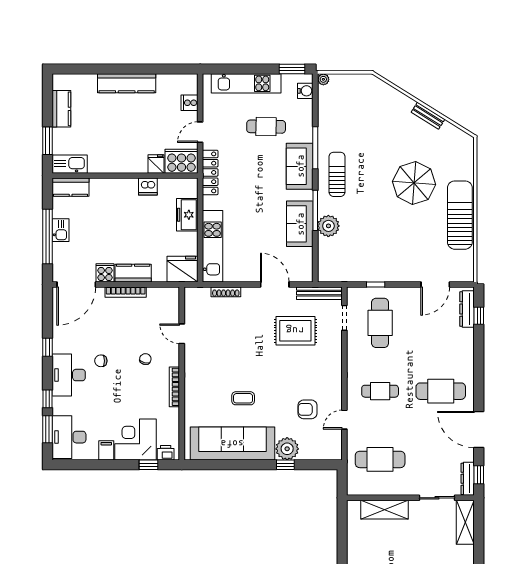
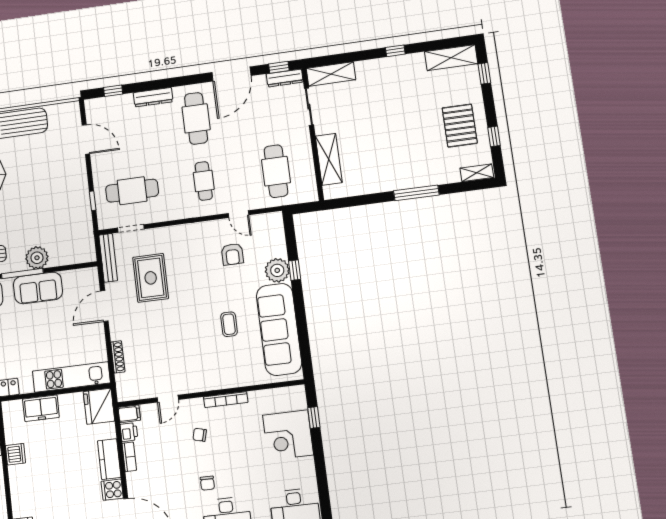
bookcase: (126, 292) -> (129, 457), width x0.64
dresser: (467, 309) -> (153, 97), moved
filing cabinet: (106, 450) -> (129, 414), moved, turned 180
printer: (166, 453) -> (129, 432), moved, turned 180

